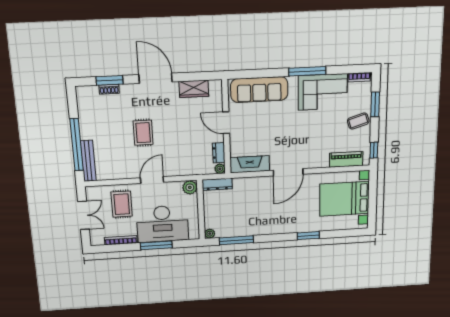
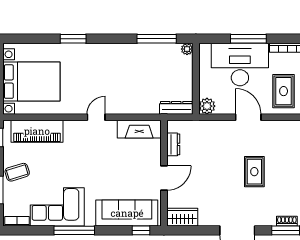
window: (246, 74) -> (141, 230), added
wardrobe: (194, 89) -> (182, 217), moved
door: (226, 123) -> (164, 178), hinge flipped
piano: (346, 159) -> (37, 131), width x1.37, depth x1.33
plant: (220, 169) -> (173, 126), removed
door: (288, 172) -> (96, 117), width x0.53
door: (152, 180) -> (248, 117), swing flipped

